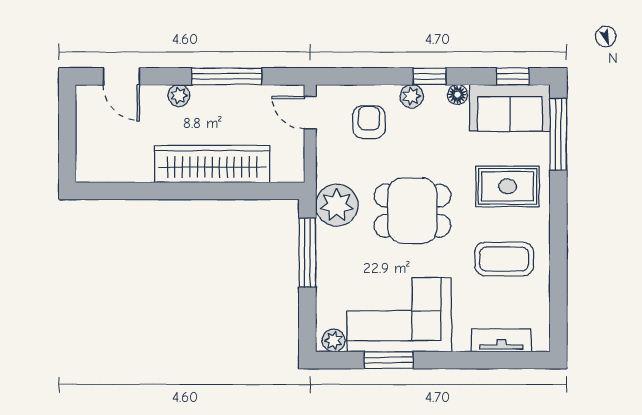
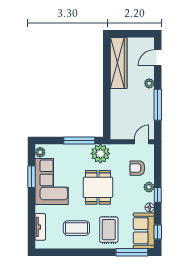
armchair: (369, 122) -> (137, 168), turned 180
wardrobe: (212, 164) -> (119, 63), moved
coffee table: (504, 259) -> (76, 228), turned 90

